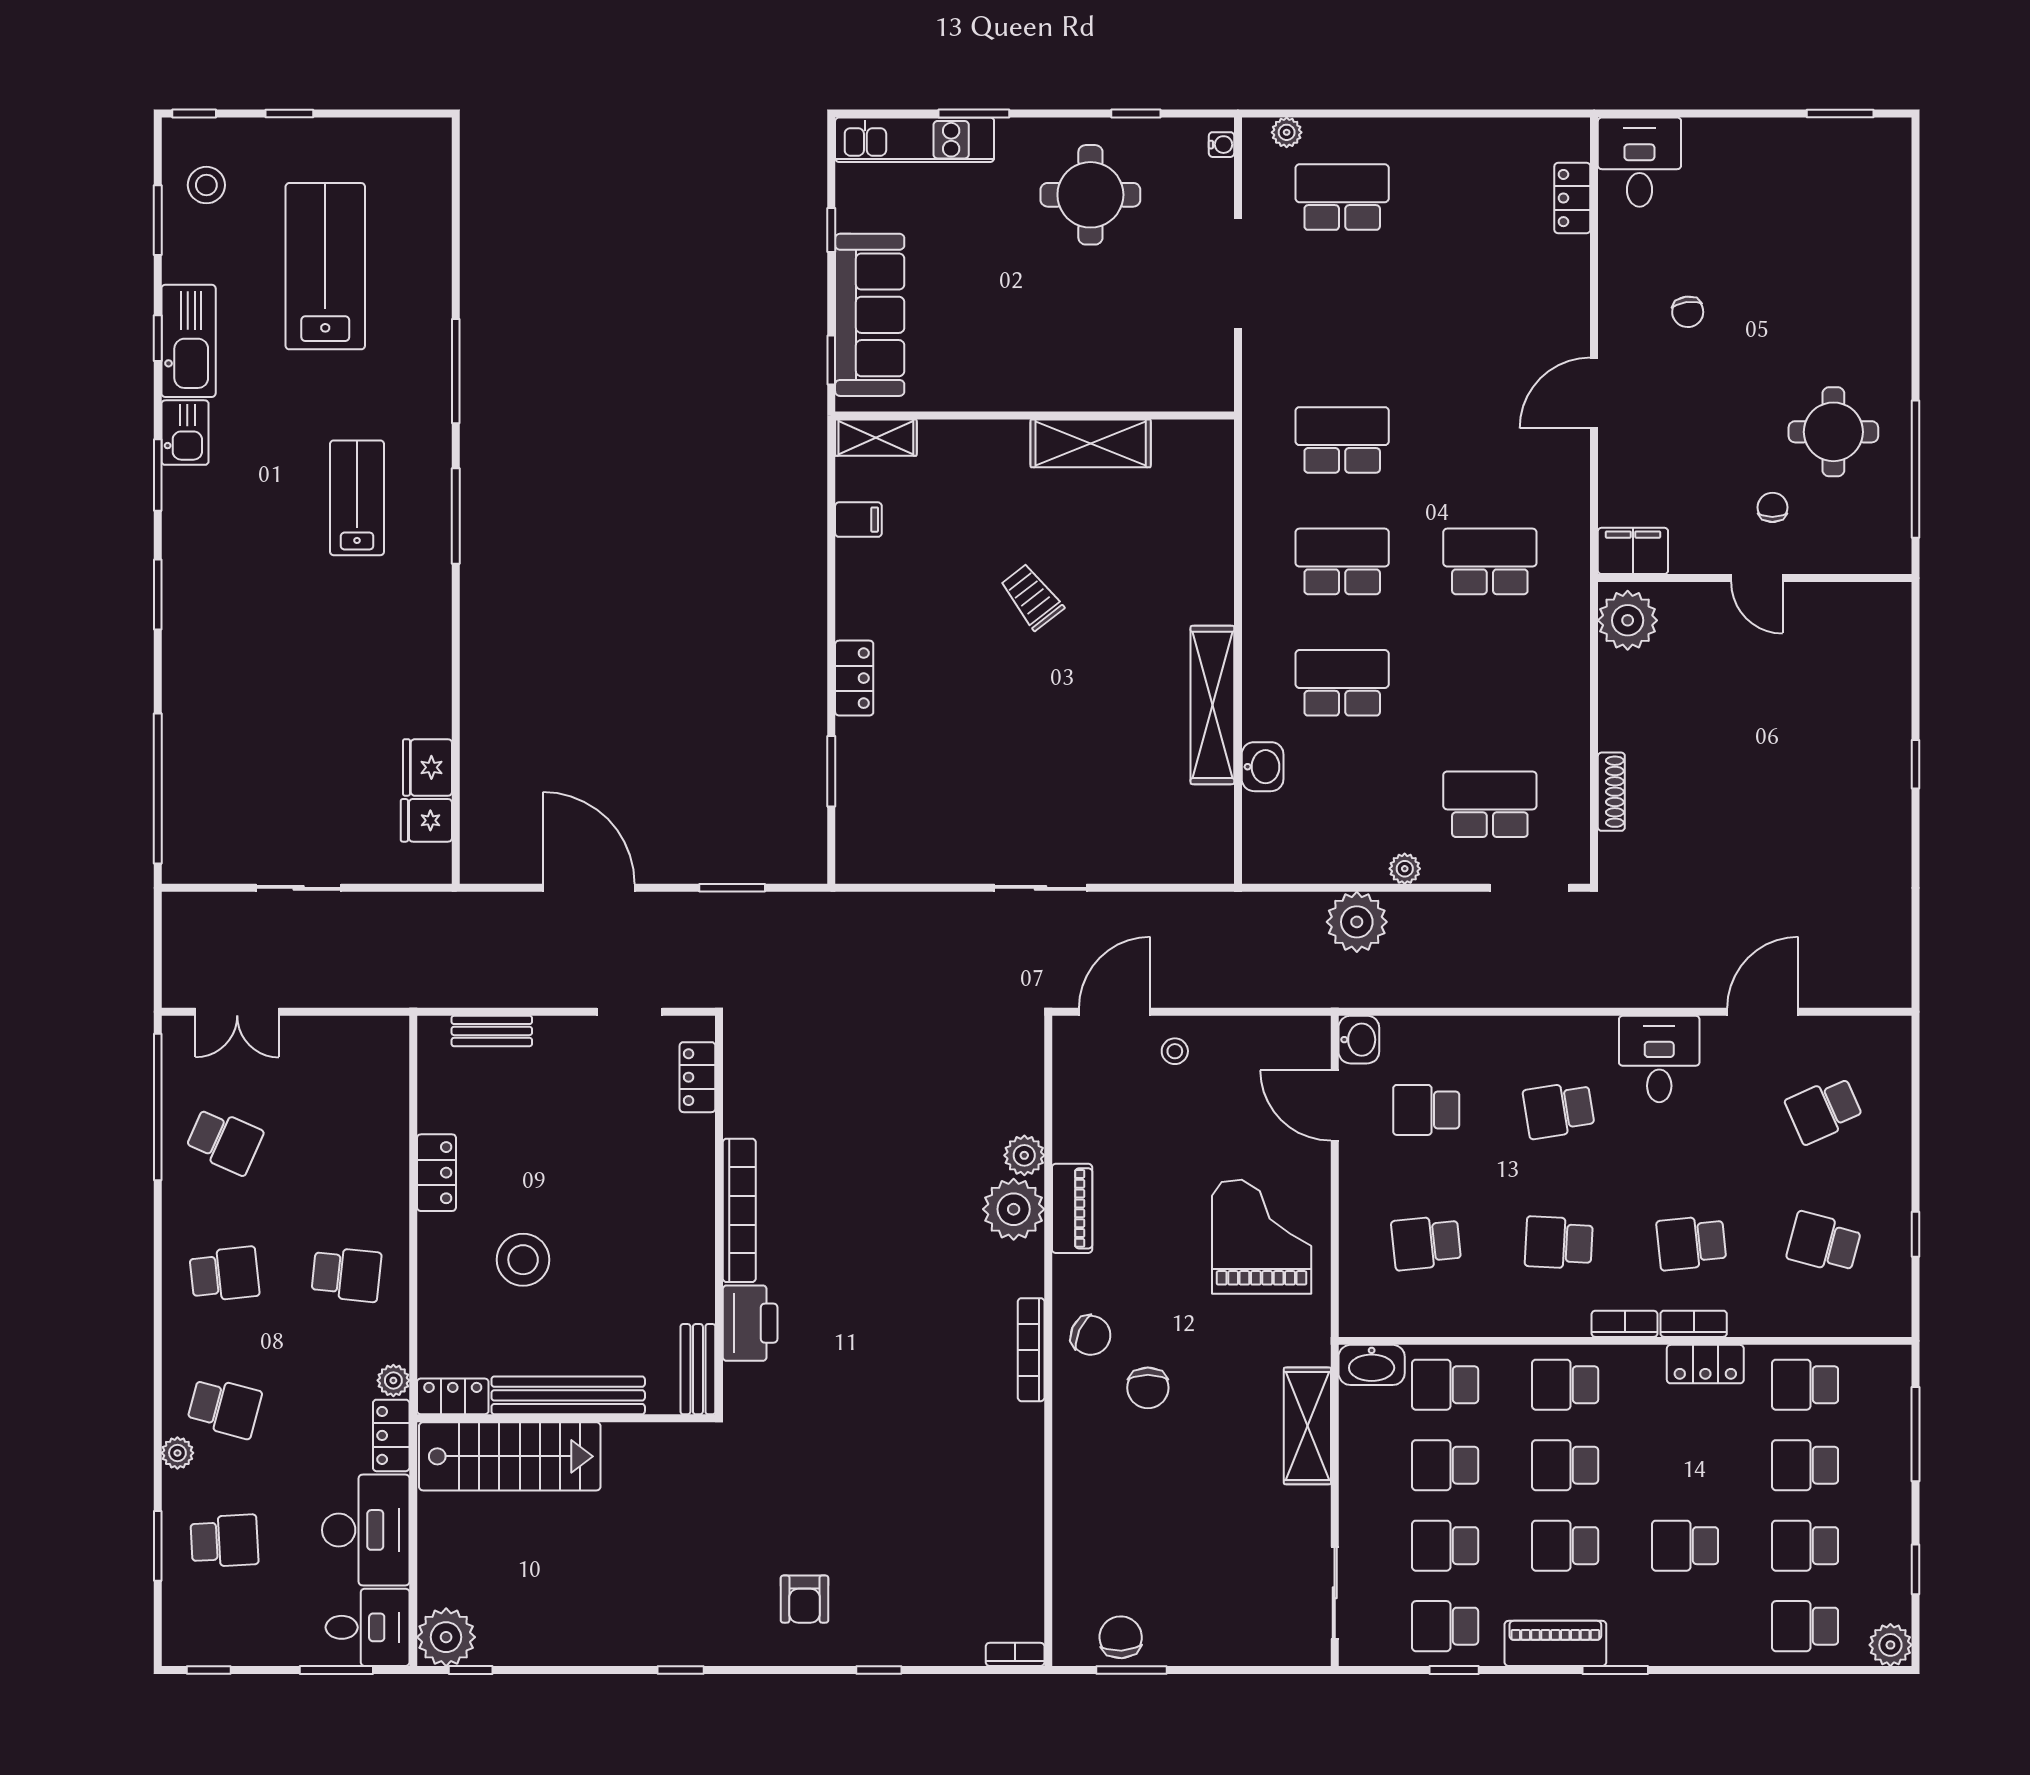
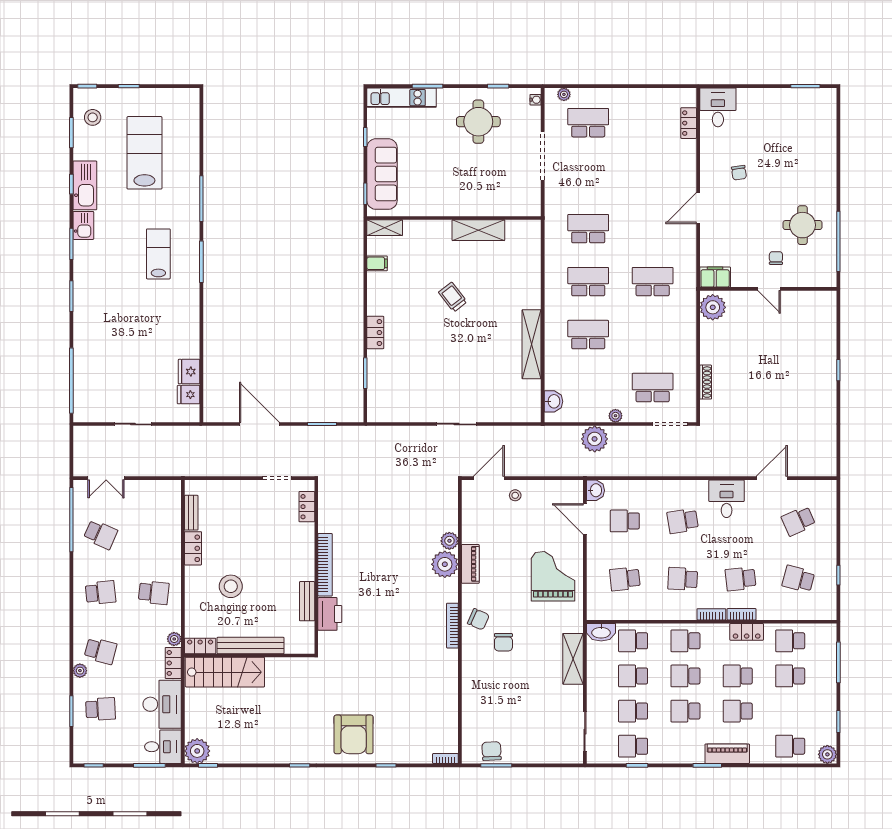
washbasin: (1263, 767) -> (553, 401), moved
bench: (492, 1031) -> (191, 513), moved, turned 90
bench: (698, 1369) -> (307, 601), moved
school desk: (1805, 1546) -> (738, 676), moved
armchair: (804, 1599) -> (354, 734), width x1.88, depth x1.88
piano: (1555, 1643) -> (727, 754), moved

